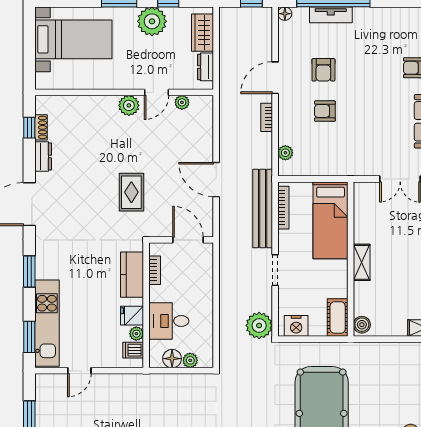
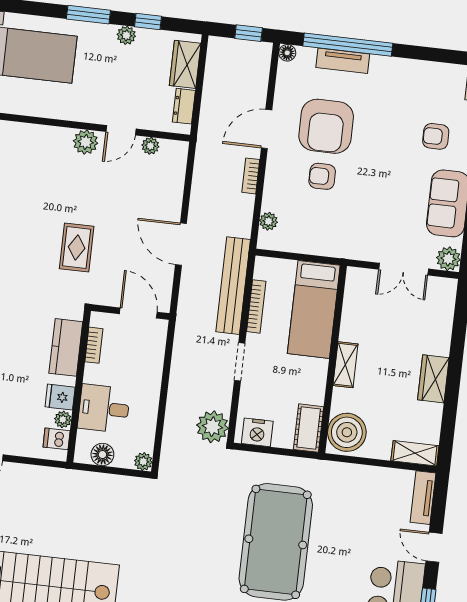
plant: (152, 21) -> (126, 35), width x0.53, depth x0.53
armchair: (323, 70) -> (326, 126), width x1.88, depth x1.88
bookcase: (283, 208) -> (256, 306), moved
boiler: (362, 325) -> (347, 432), width x1.86, depth x1.86
plant: (190, 360) -> (143, 461), moved

